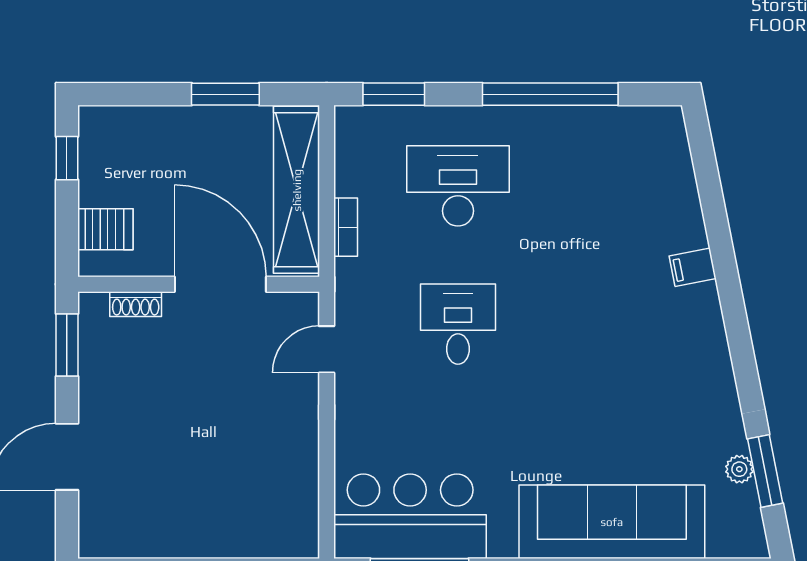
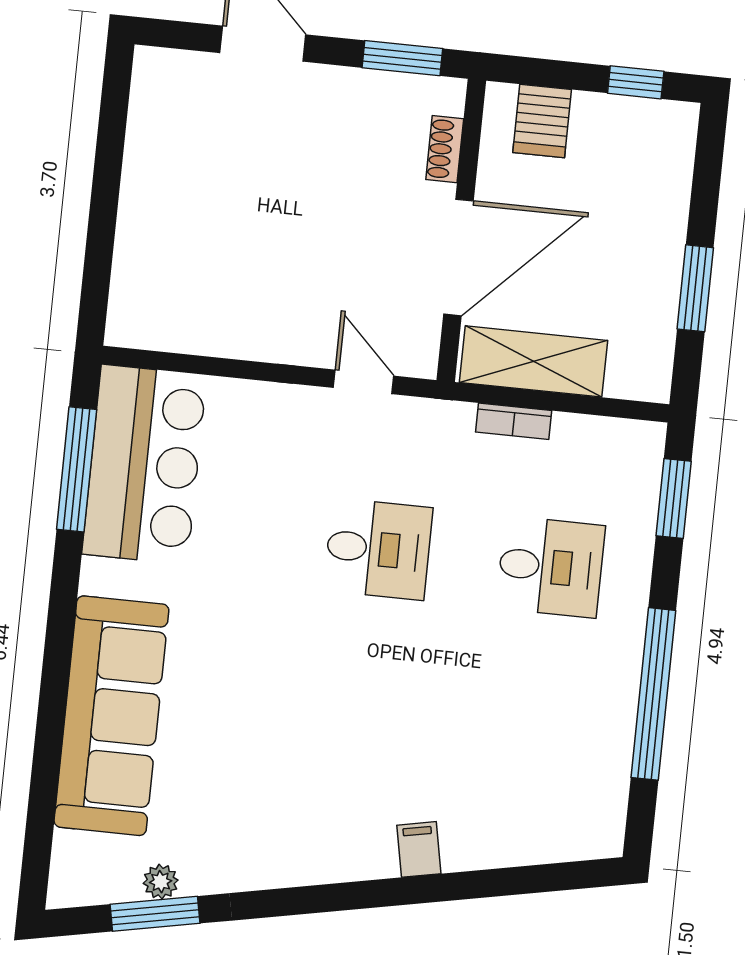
desk: (458, 186) -> (551, 567), width x0.73
shelving: (297, 190) -> (534, 361), width x0.68

